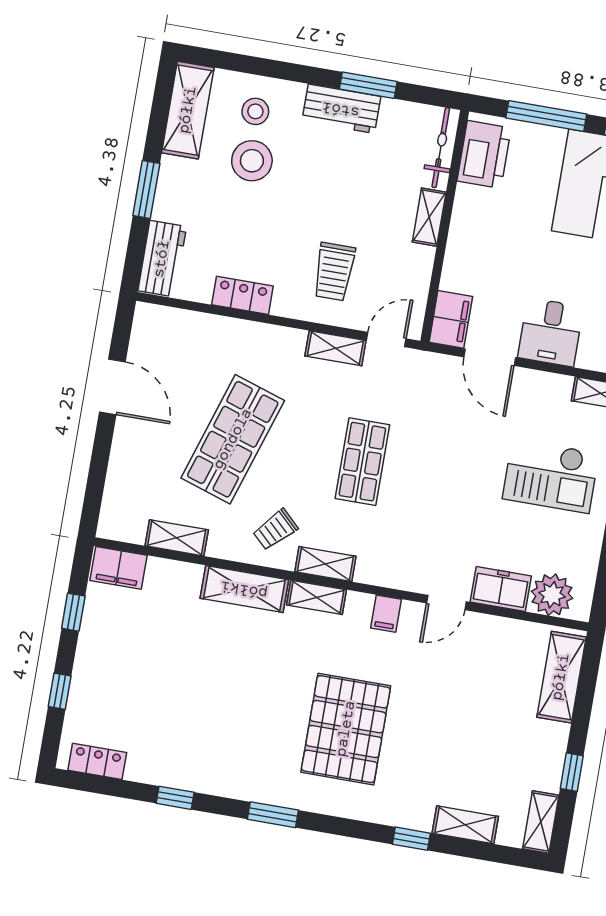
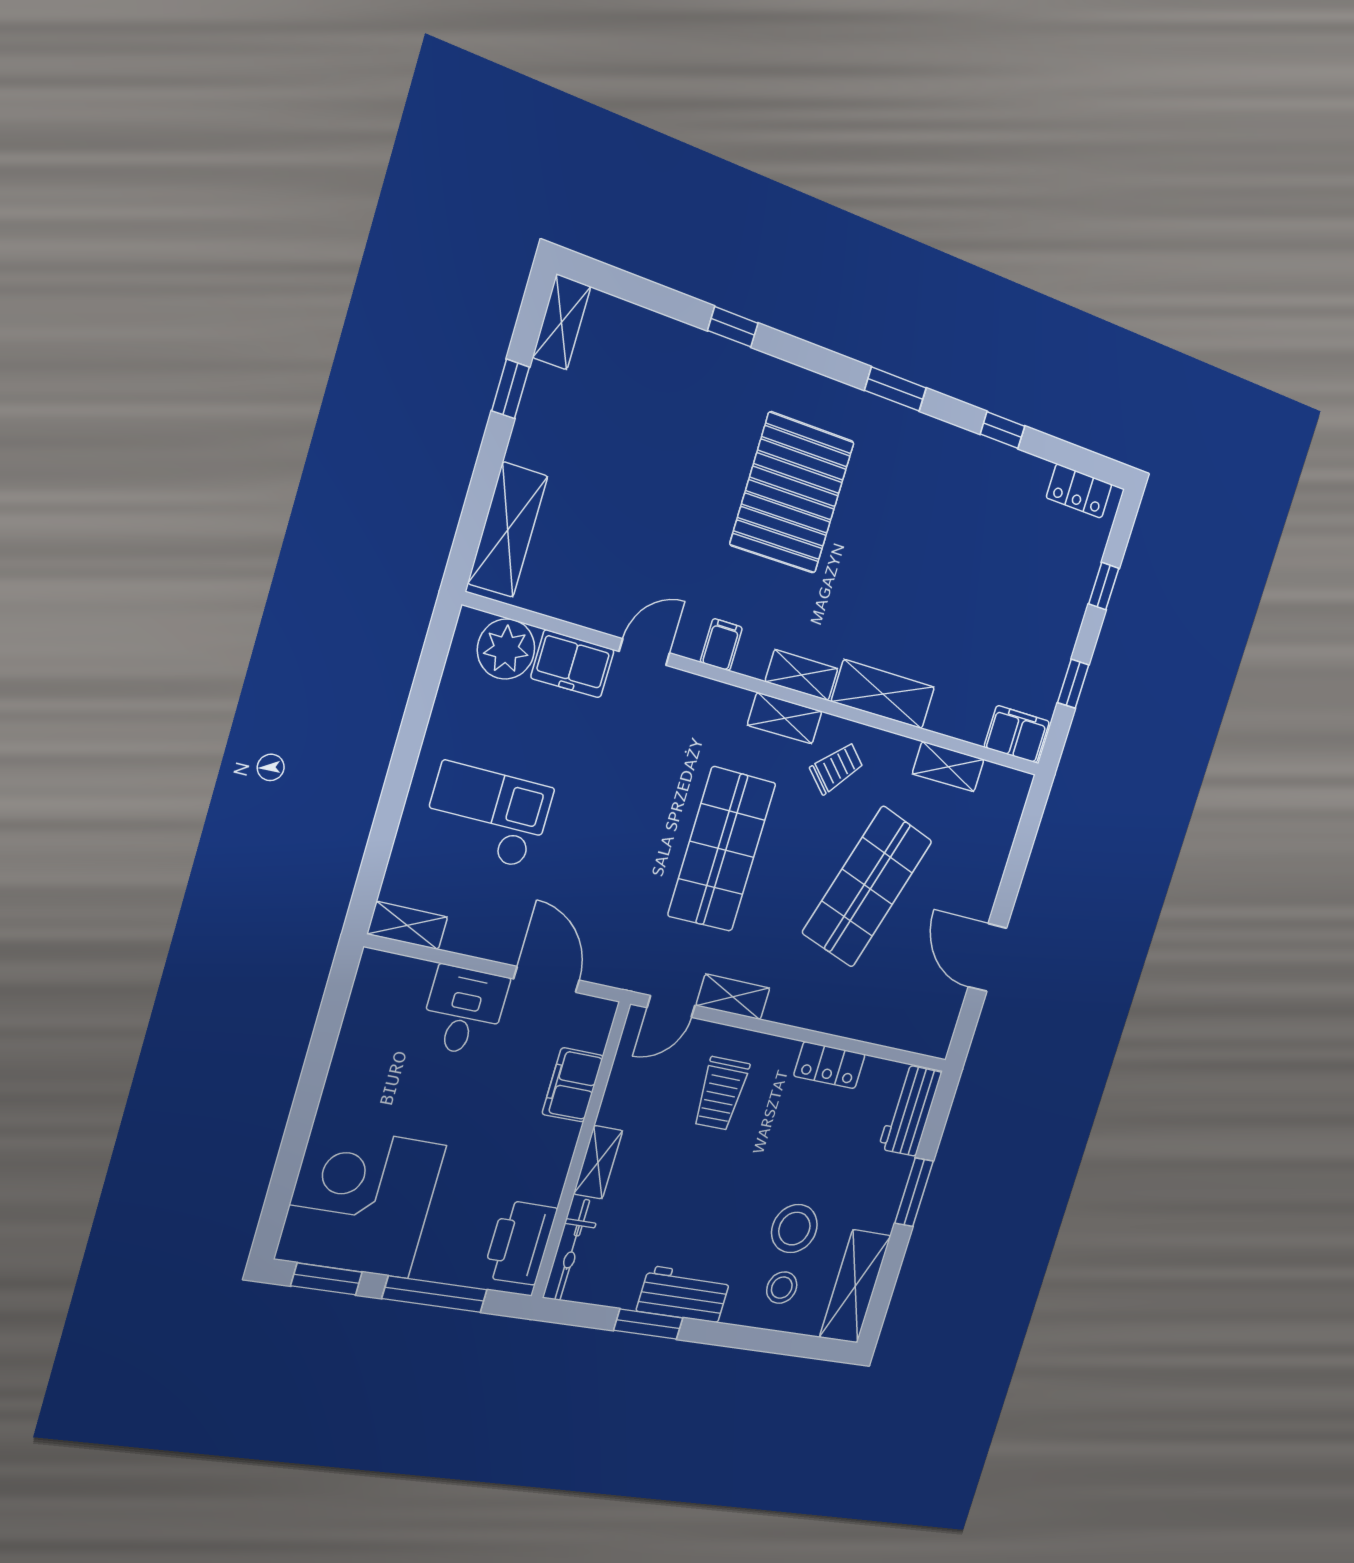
trolley: (334, 272) -> (721, 1093), turned 180
filing cabinet: (451, 319) -> (573, 1085), moved
shop shelf: (362, 462) -> (722, 849), width x1.43, depth x1.36
shelving: (465, 825) -> (662, 335), removed

